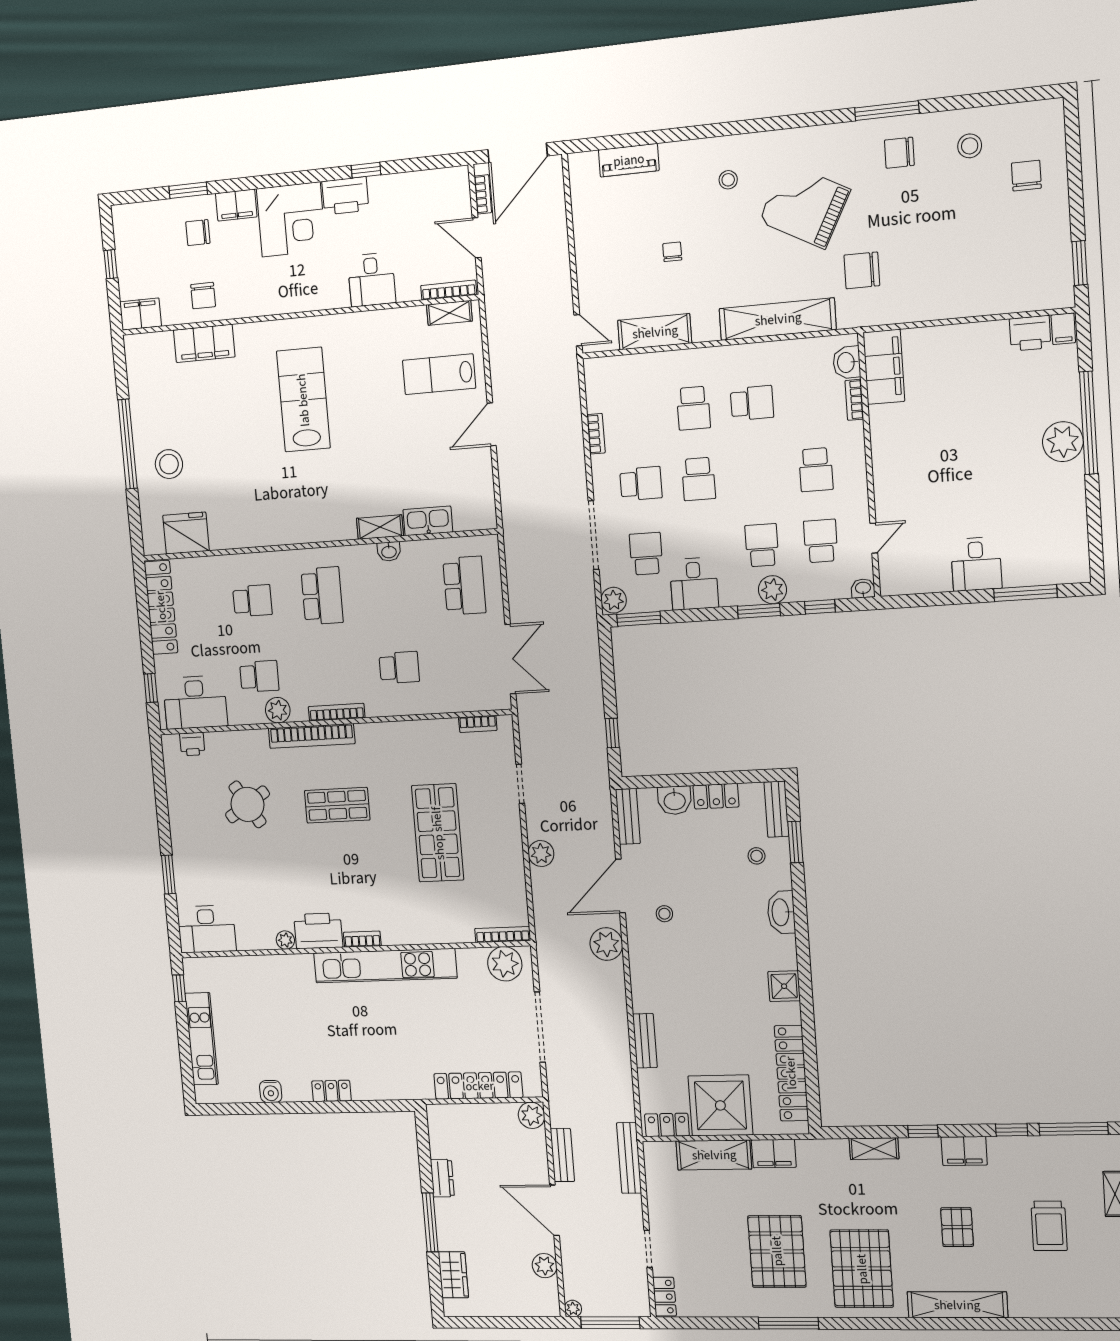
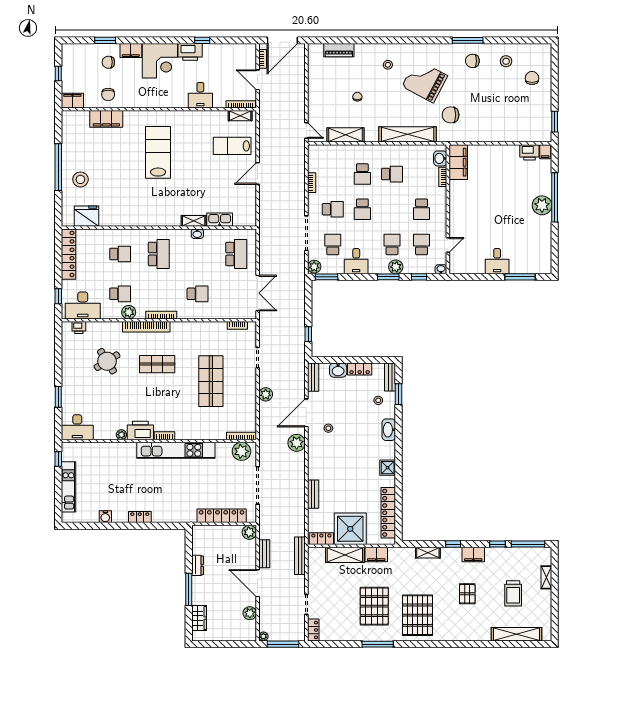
shelving: (957, 1305) -> (516, 634), moved

